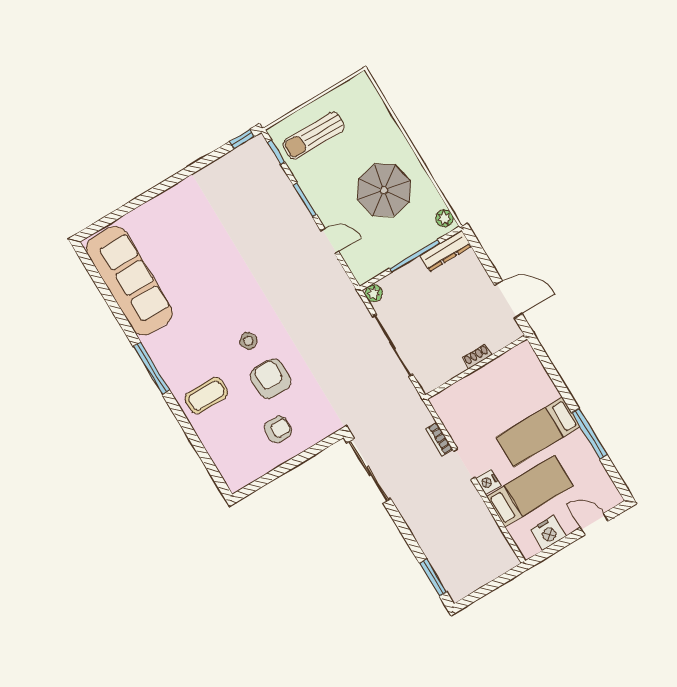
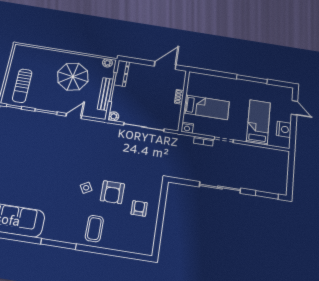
bench: (396, 255) -> (105, 94), added
armchair: (271, 379) -> (112, 192), turned -90
bed: (538, 432) -> (206, 107), moved, turned -90
sliding door: (369, 471) -> (220, 187), moved
nightstand: (488, 482) -> (187, 128), moved
door: (594, 524) -> (295, 108), swing flipped

